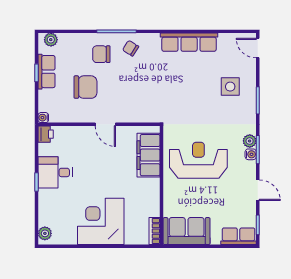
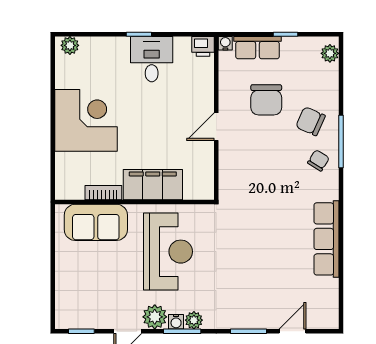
door: (258, 48) -> (292, 331), moved
chair: (101, 54) -> (310, 121), turned -66
row of seats: (47, 72) -> (258, 48), moved
side table: (230, 87) -> (267, 294), removed
filing cabinet: (149, 155) -> (153, 185), moved
plant: (247, 170) -> (155, 317), added
bookcase: (155, 231) -> (103, 193), moved
sofa: (187, 231) -> (96, 222), moved, turned 90
row of seats: (239, 236) -> (66, 305), removed

